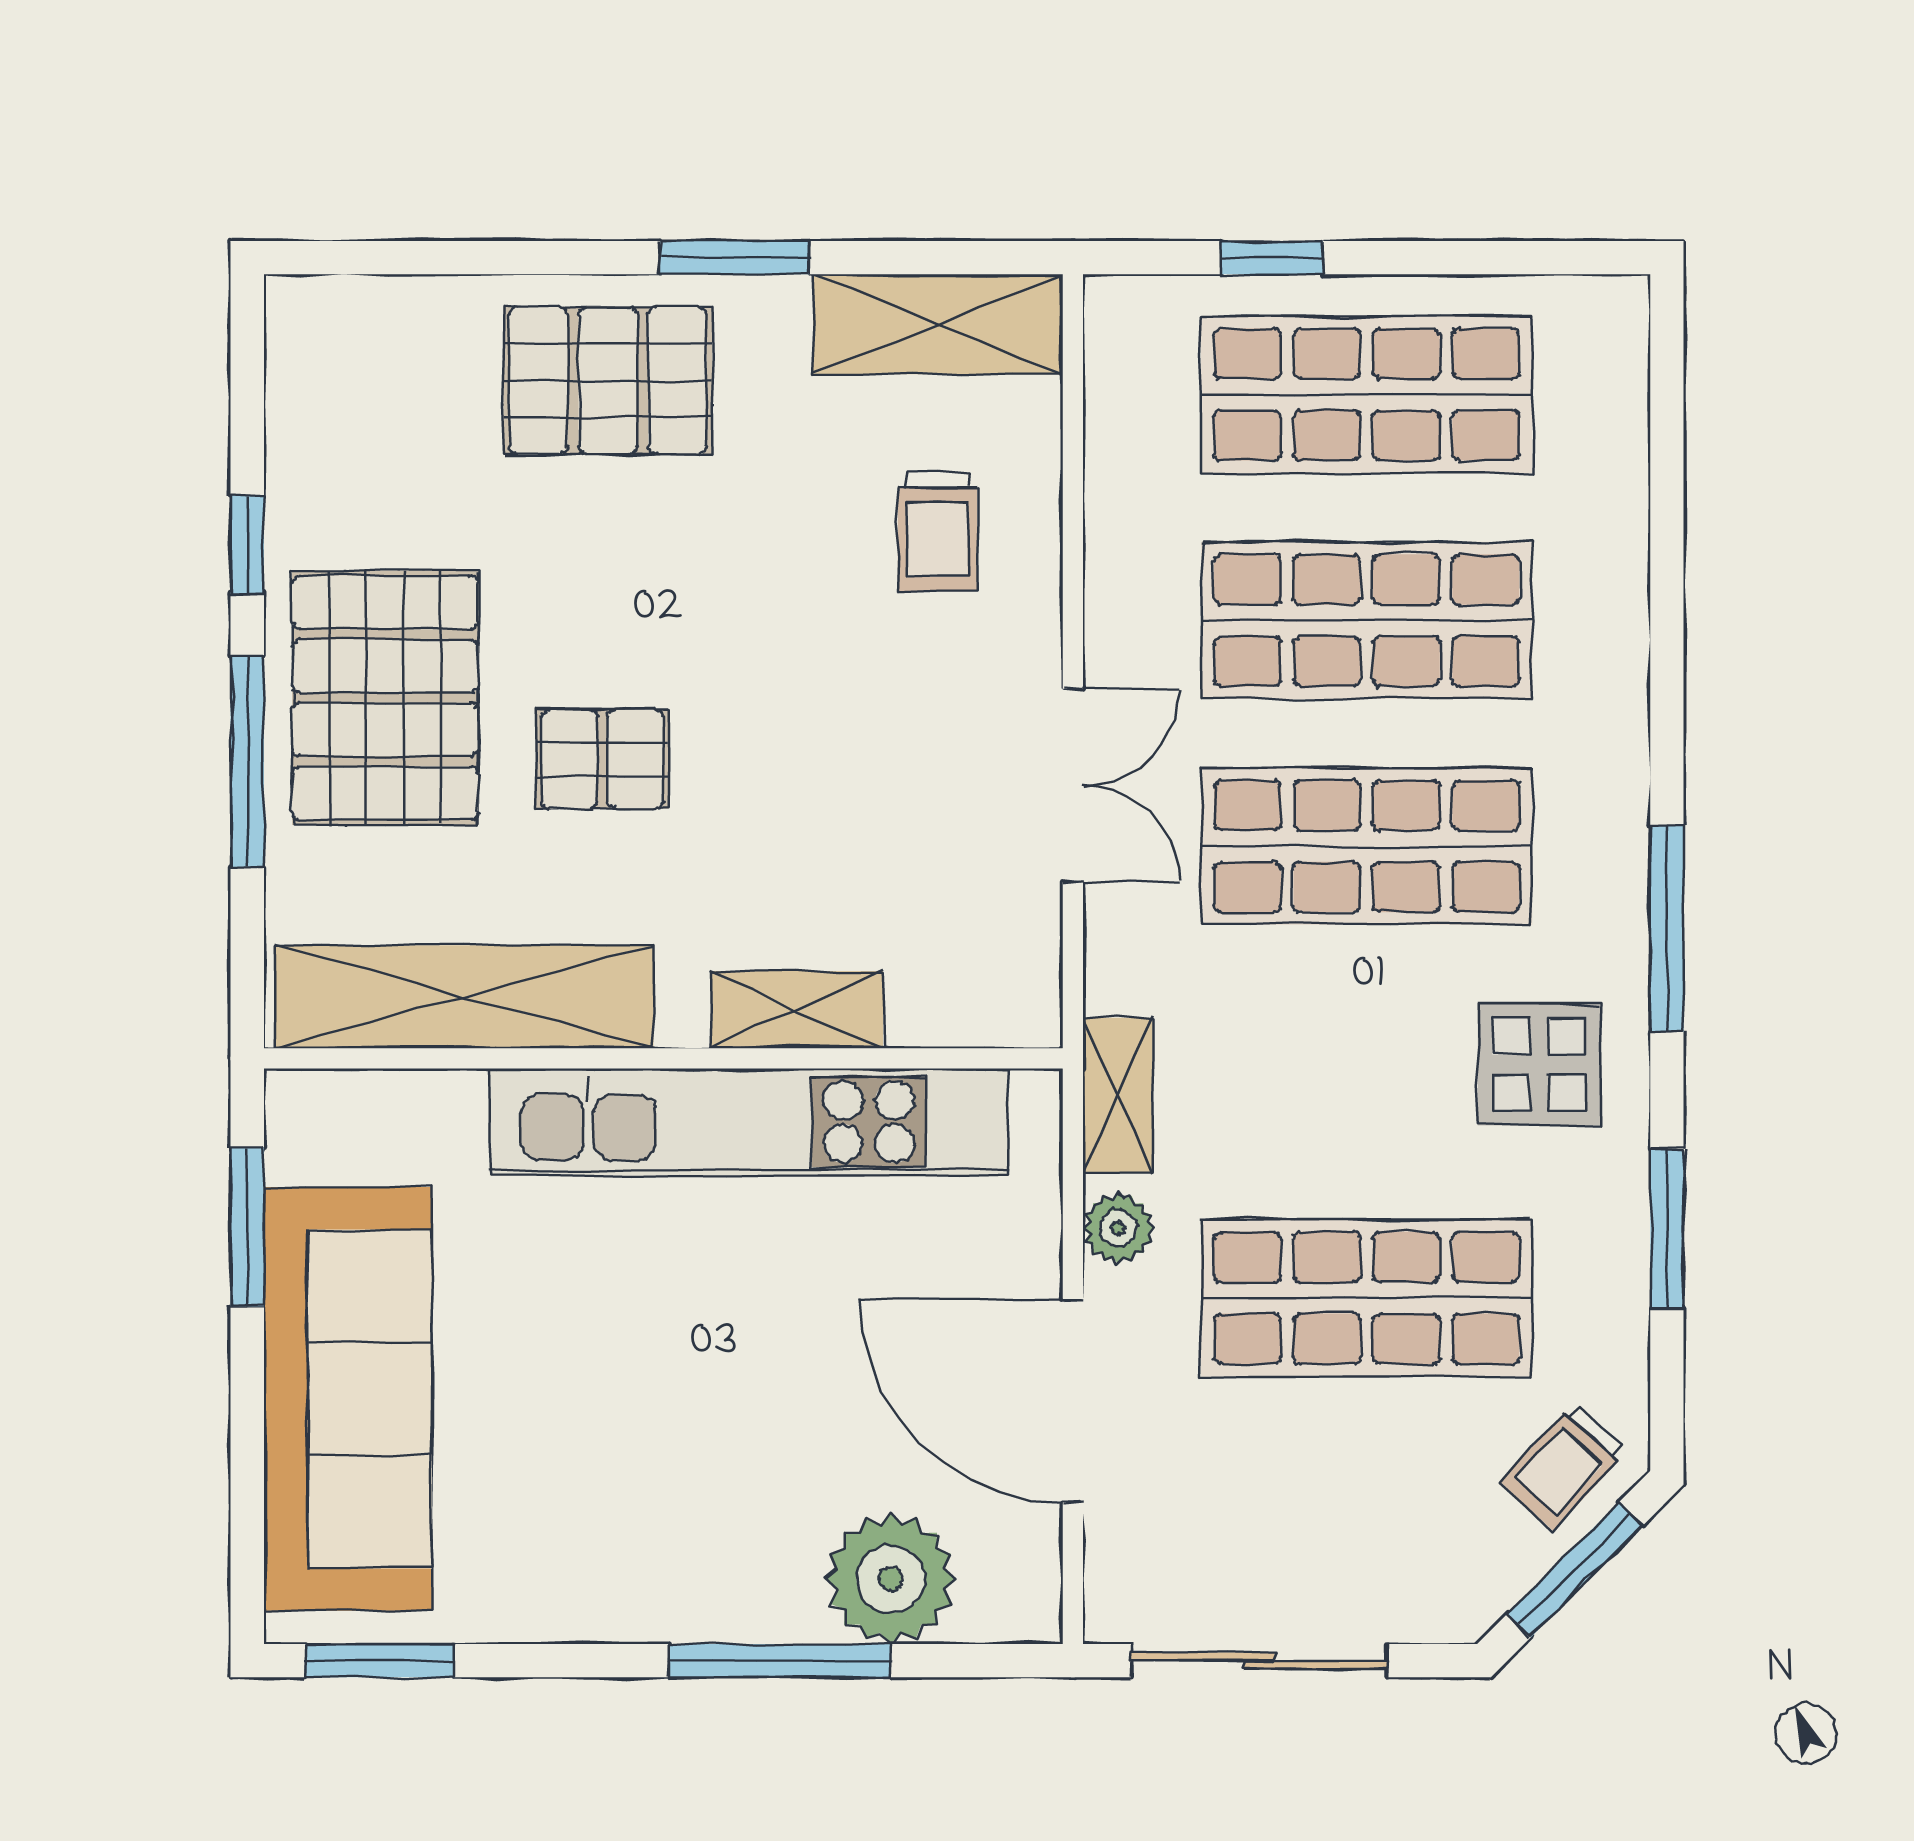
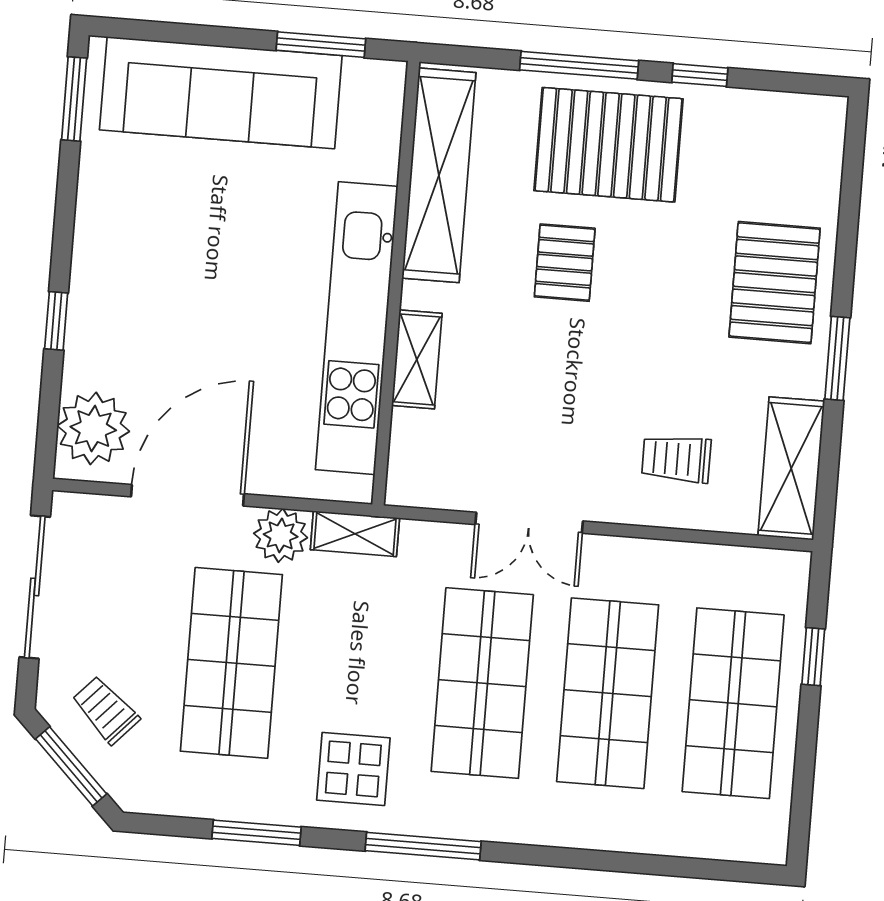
plant: (1118, 1228) -> (281, 535), width x1.38, depth x1.38
trolley: (1564, 1466) -> (106, 710), moved
plant: (891, 1579) -> (93, 428), moved
window: (780, 1661) -> (56, 321), width x0.46

